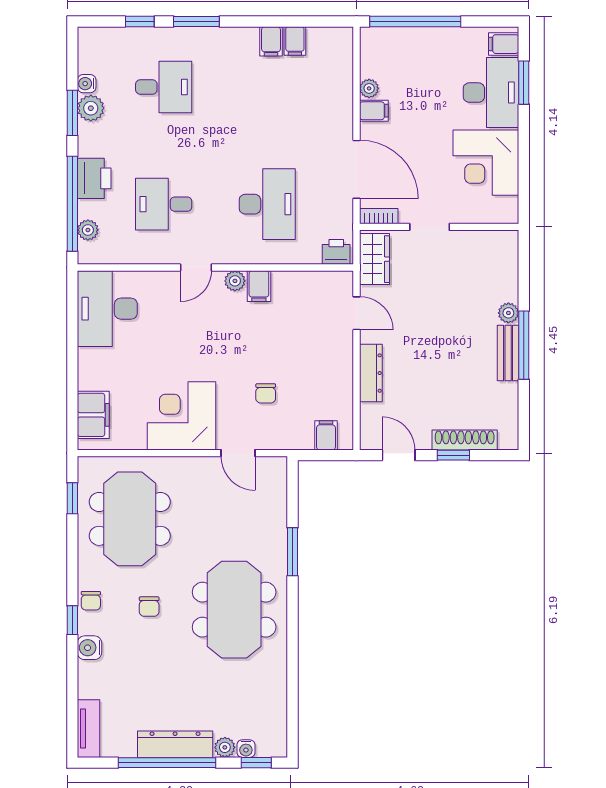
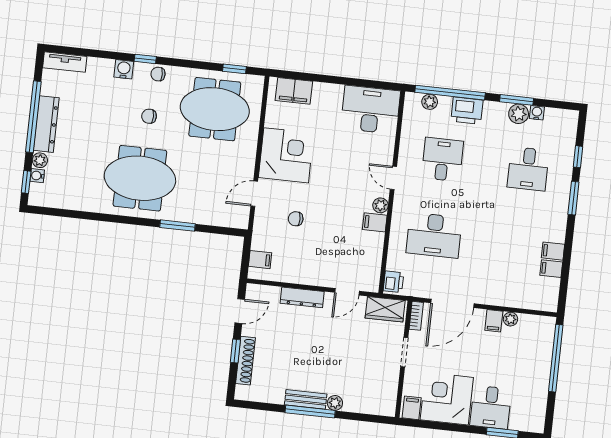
filing cabinet: (504, 44) -> (412, 408), moved
desk: (491, 93) -> (491, 407), width x0.73

